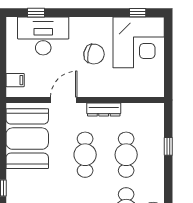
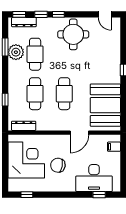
corner desk: (139, 42) -> (26, 160), moved, turned 90
dresser: (104, 109) -> (24, 126), moved

